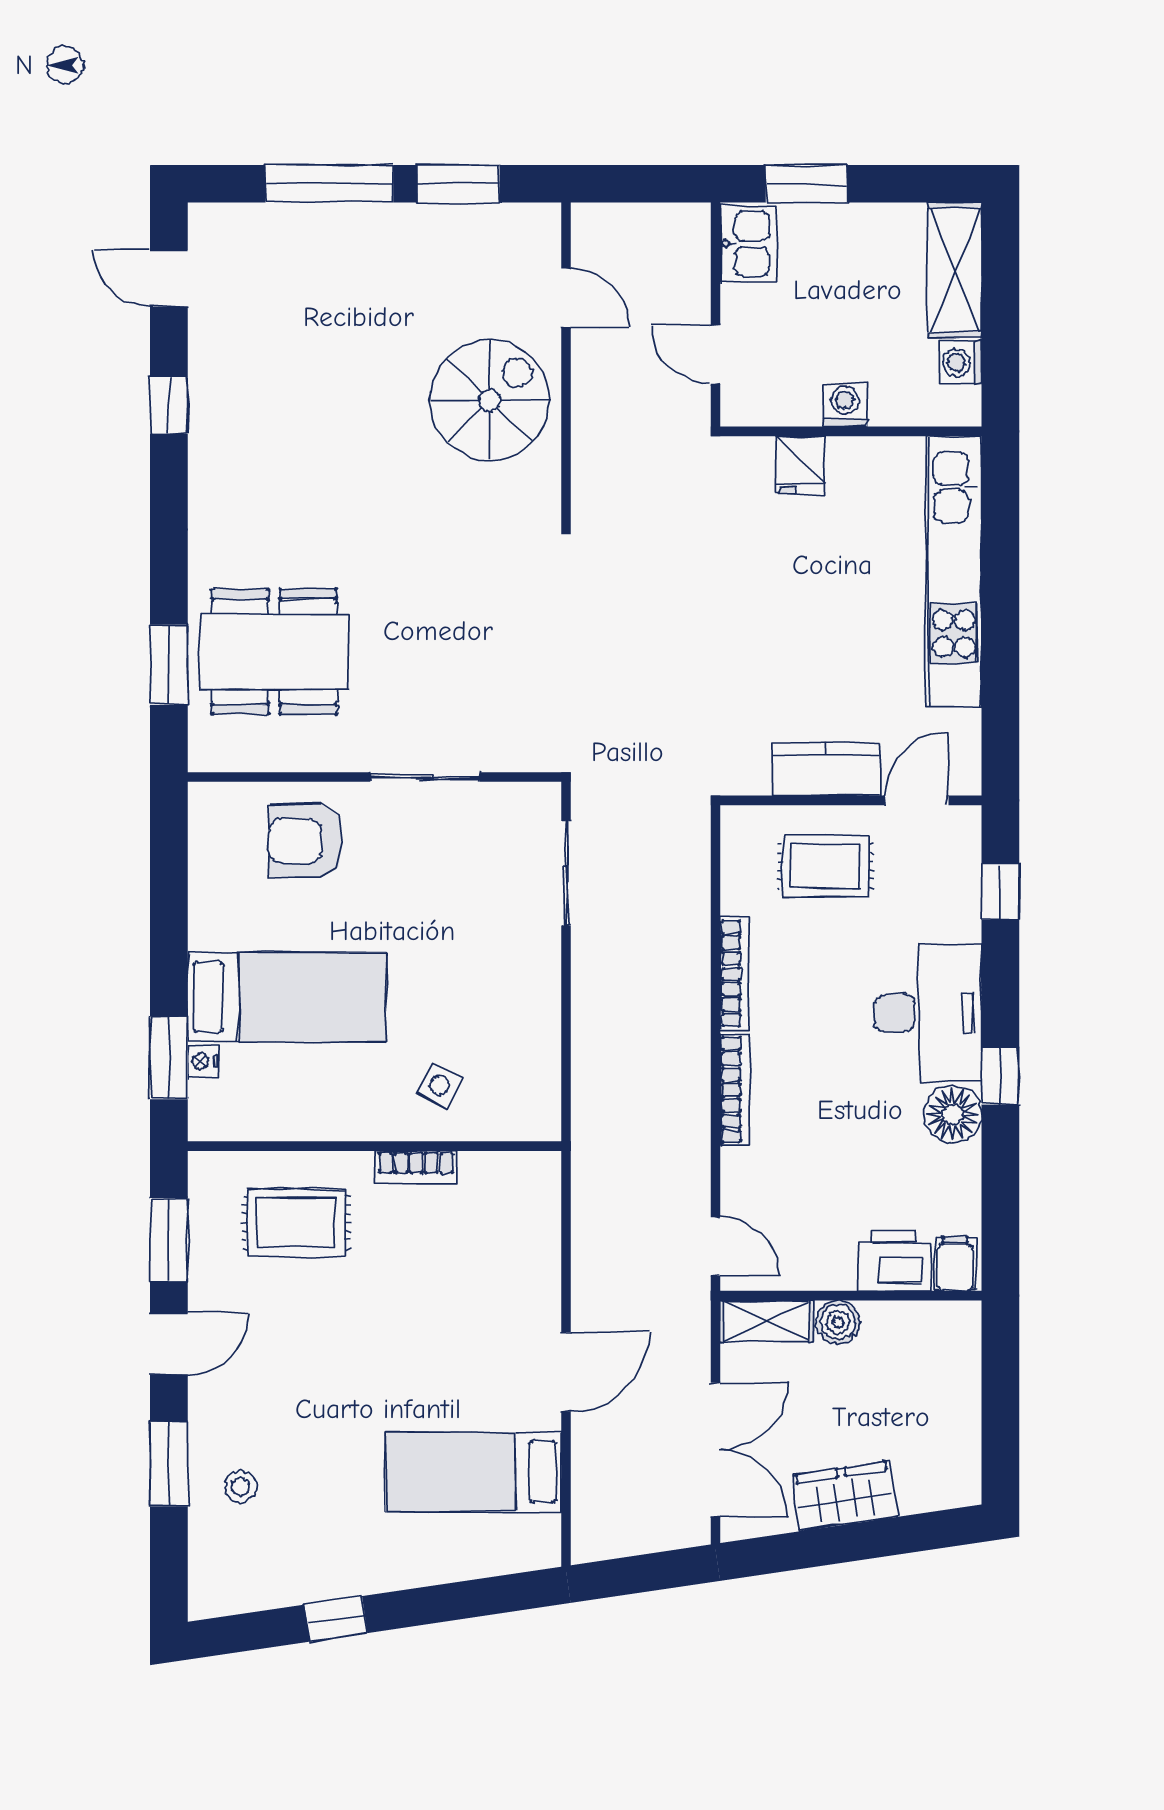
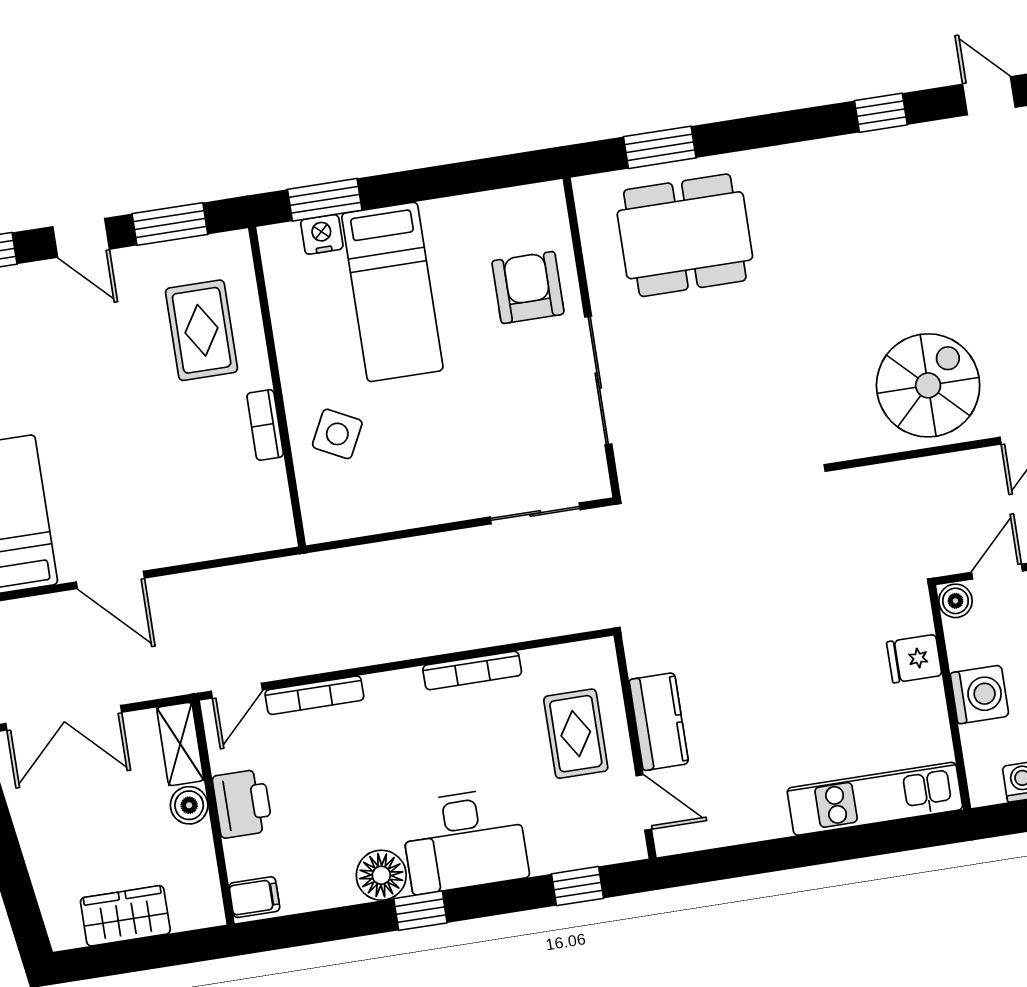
door: (169, 278) -> (989, 96), hinge flipped
spiral stairs: (490, 400) -> (928, 385), turned -90
washing machine: (845, 405) -> (979, 694), width x1.38, depth x1.38
boiler: (741, 407) -> (955, 601), added
kitchen unit: (954, 571) -> (875, 799), width x0.73
dining table: (274, 652) -> (685, 235), turned 90
sliding door: (425, 777) -> (598, 381), width x1.37
nightstand: (203, 1061) -> (322, 234), width x1.39, depth x1.35
side table: (439, 1086) -> (337, 434), width x1.37, depth x1.37
bookcase: (735, 1090) -> (314, 695), moved
printer: (894, 1261) -> (242, 804), moved
wardrobe: (845, 1496) -> (125, 916), moved, turned -82

